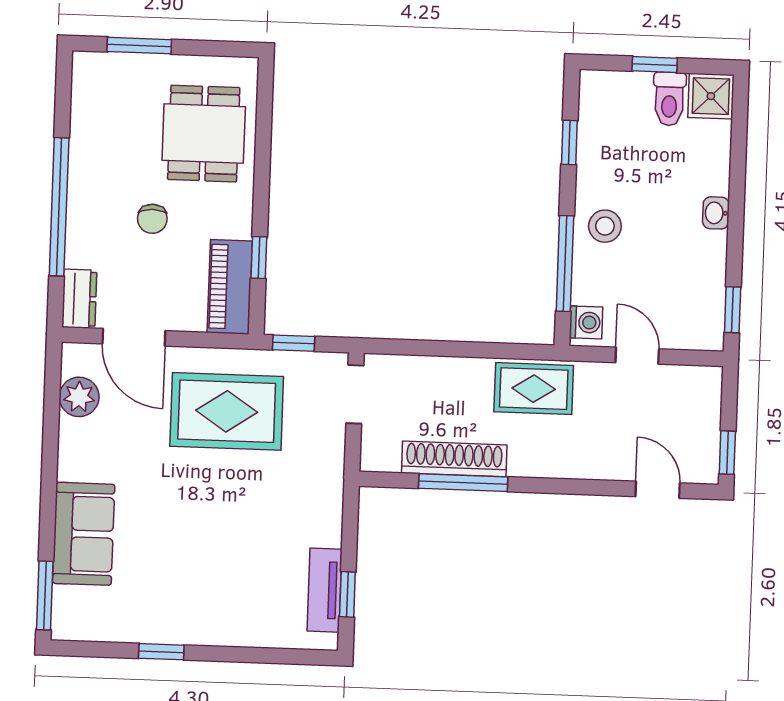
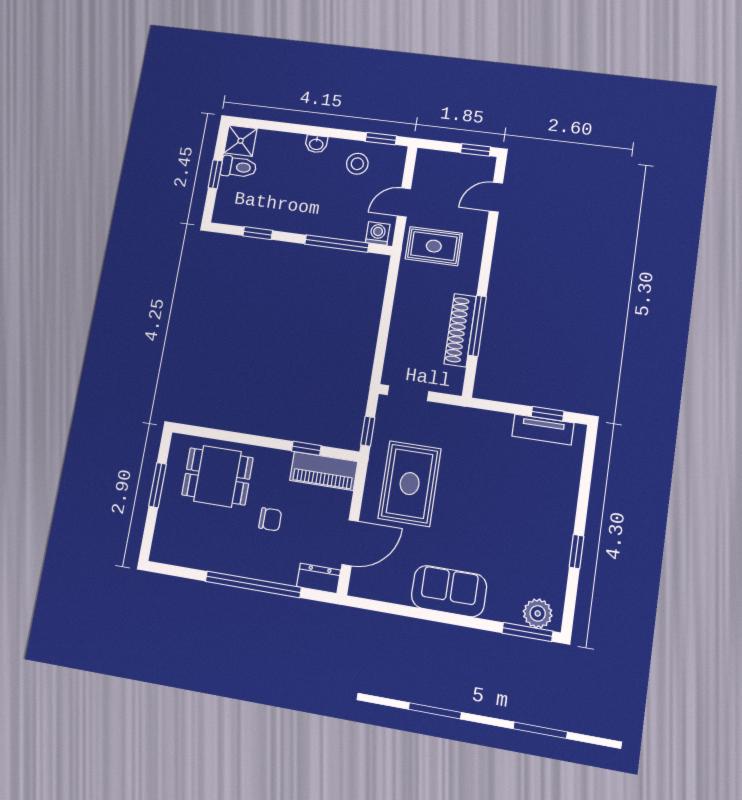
window: (139, 46) -> (158, 485), moved
stool: (605, 226) -> (357, 164), moved
rug: (534, 389) -> (434, 246), moved, turned 90
plant: (79, 397) -> (538, 613), moved
sofa: (84, 534) -> (449, 591), moved

